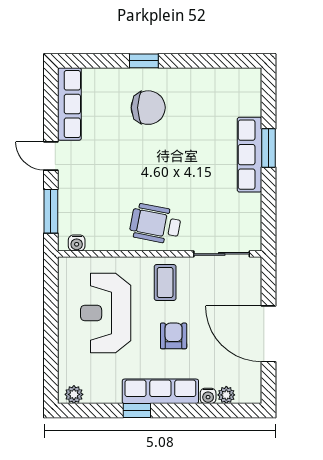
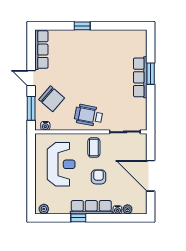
chair: (148, 108) -> (52, 99), moved, turned 41
reception desk: (106, 313) -> (61, 164), turned 180

